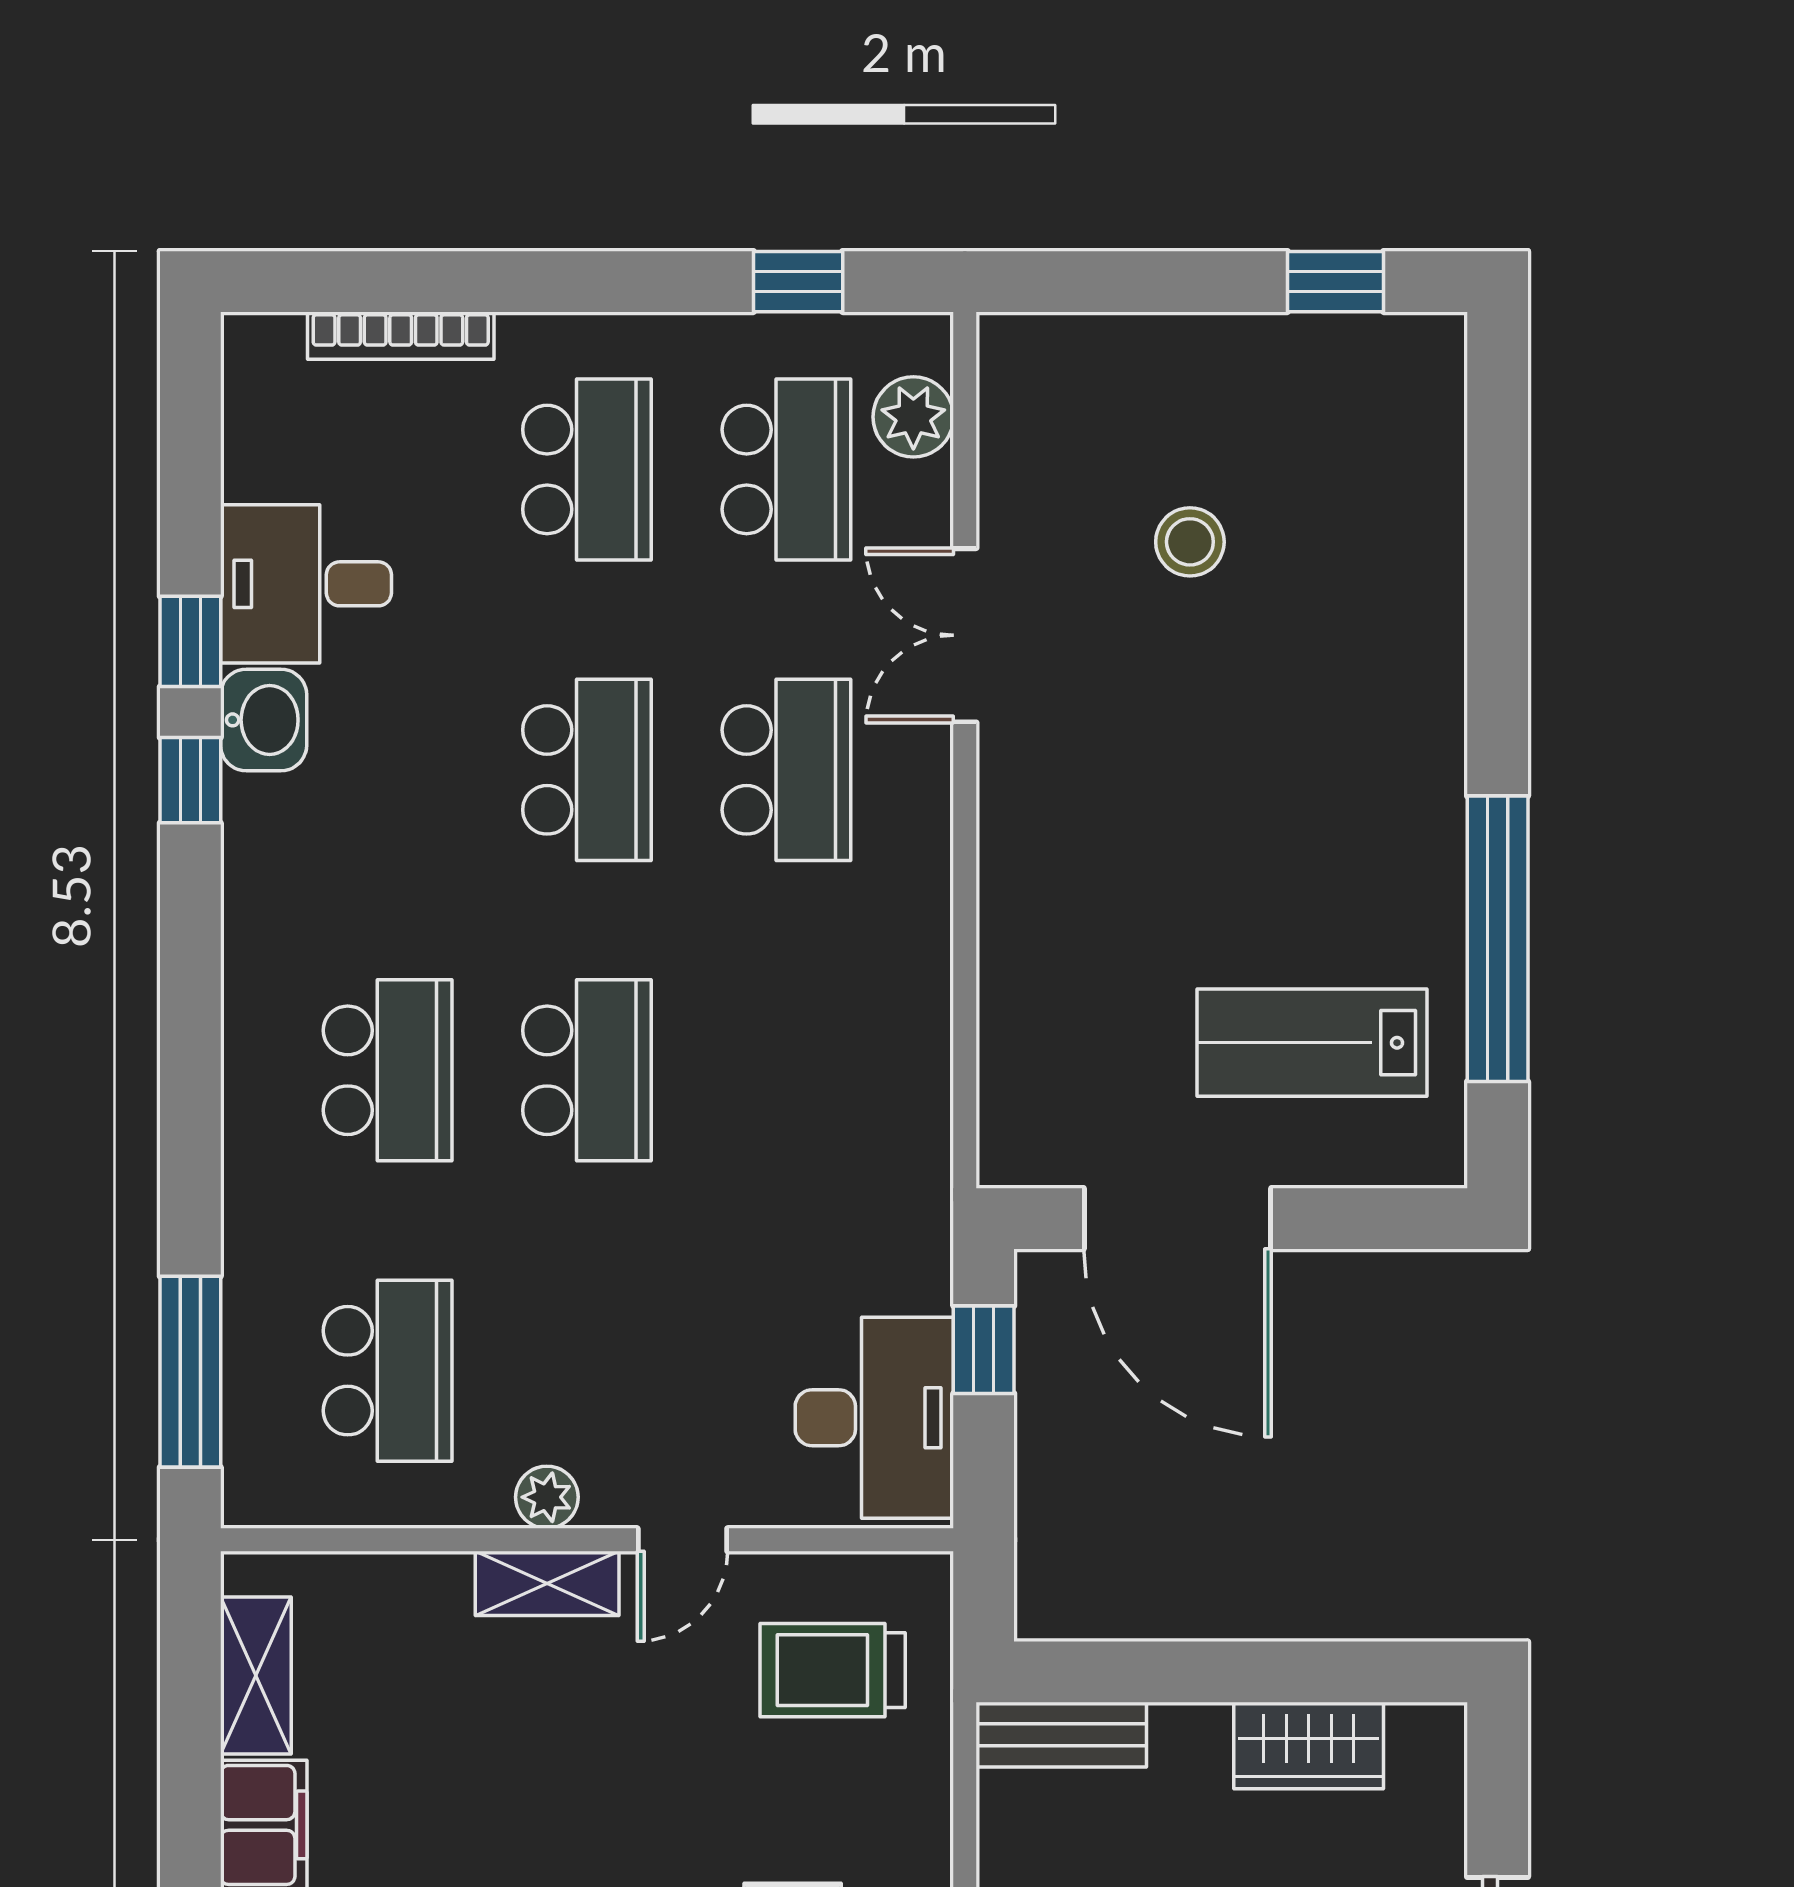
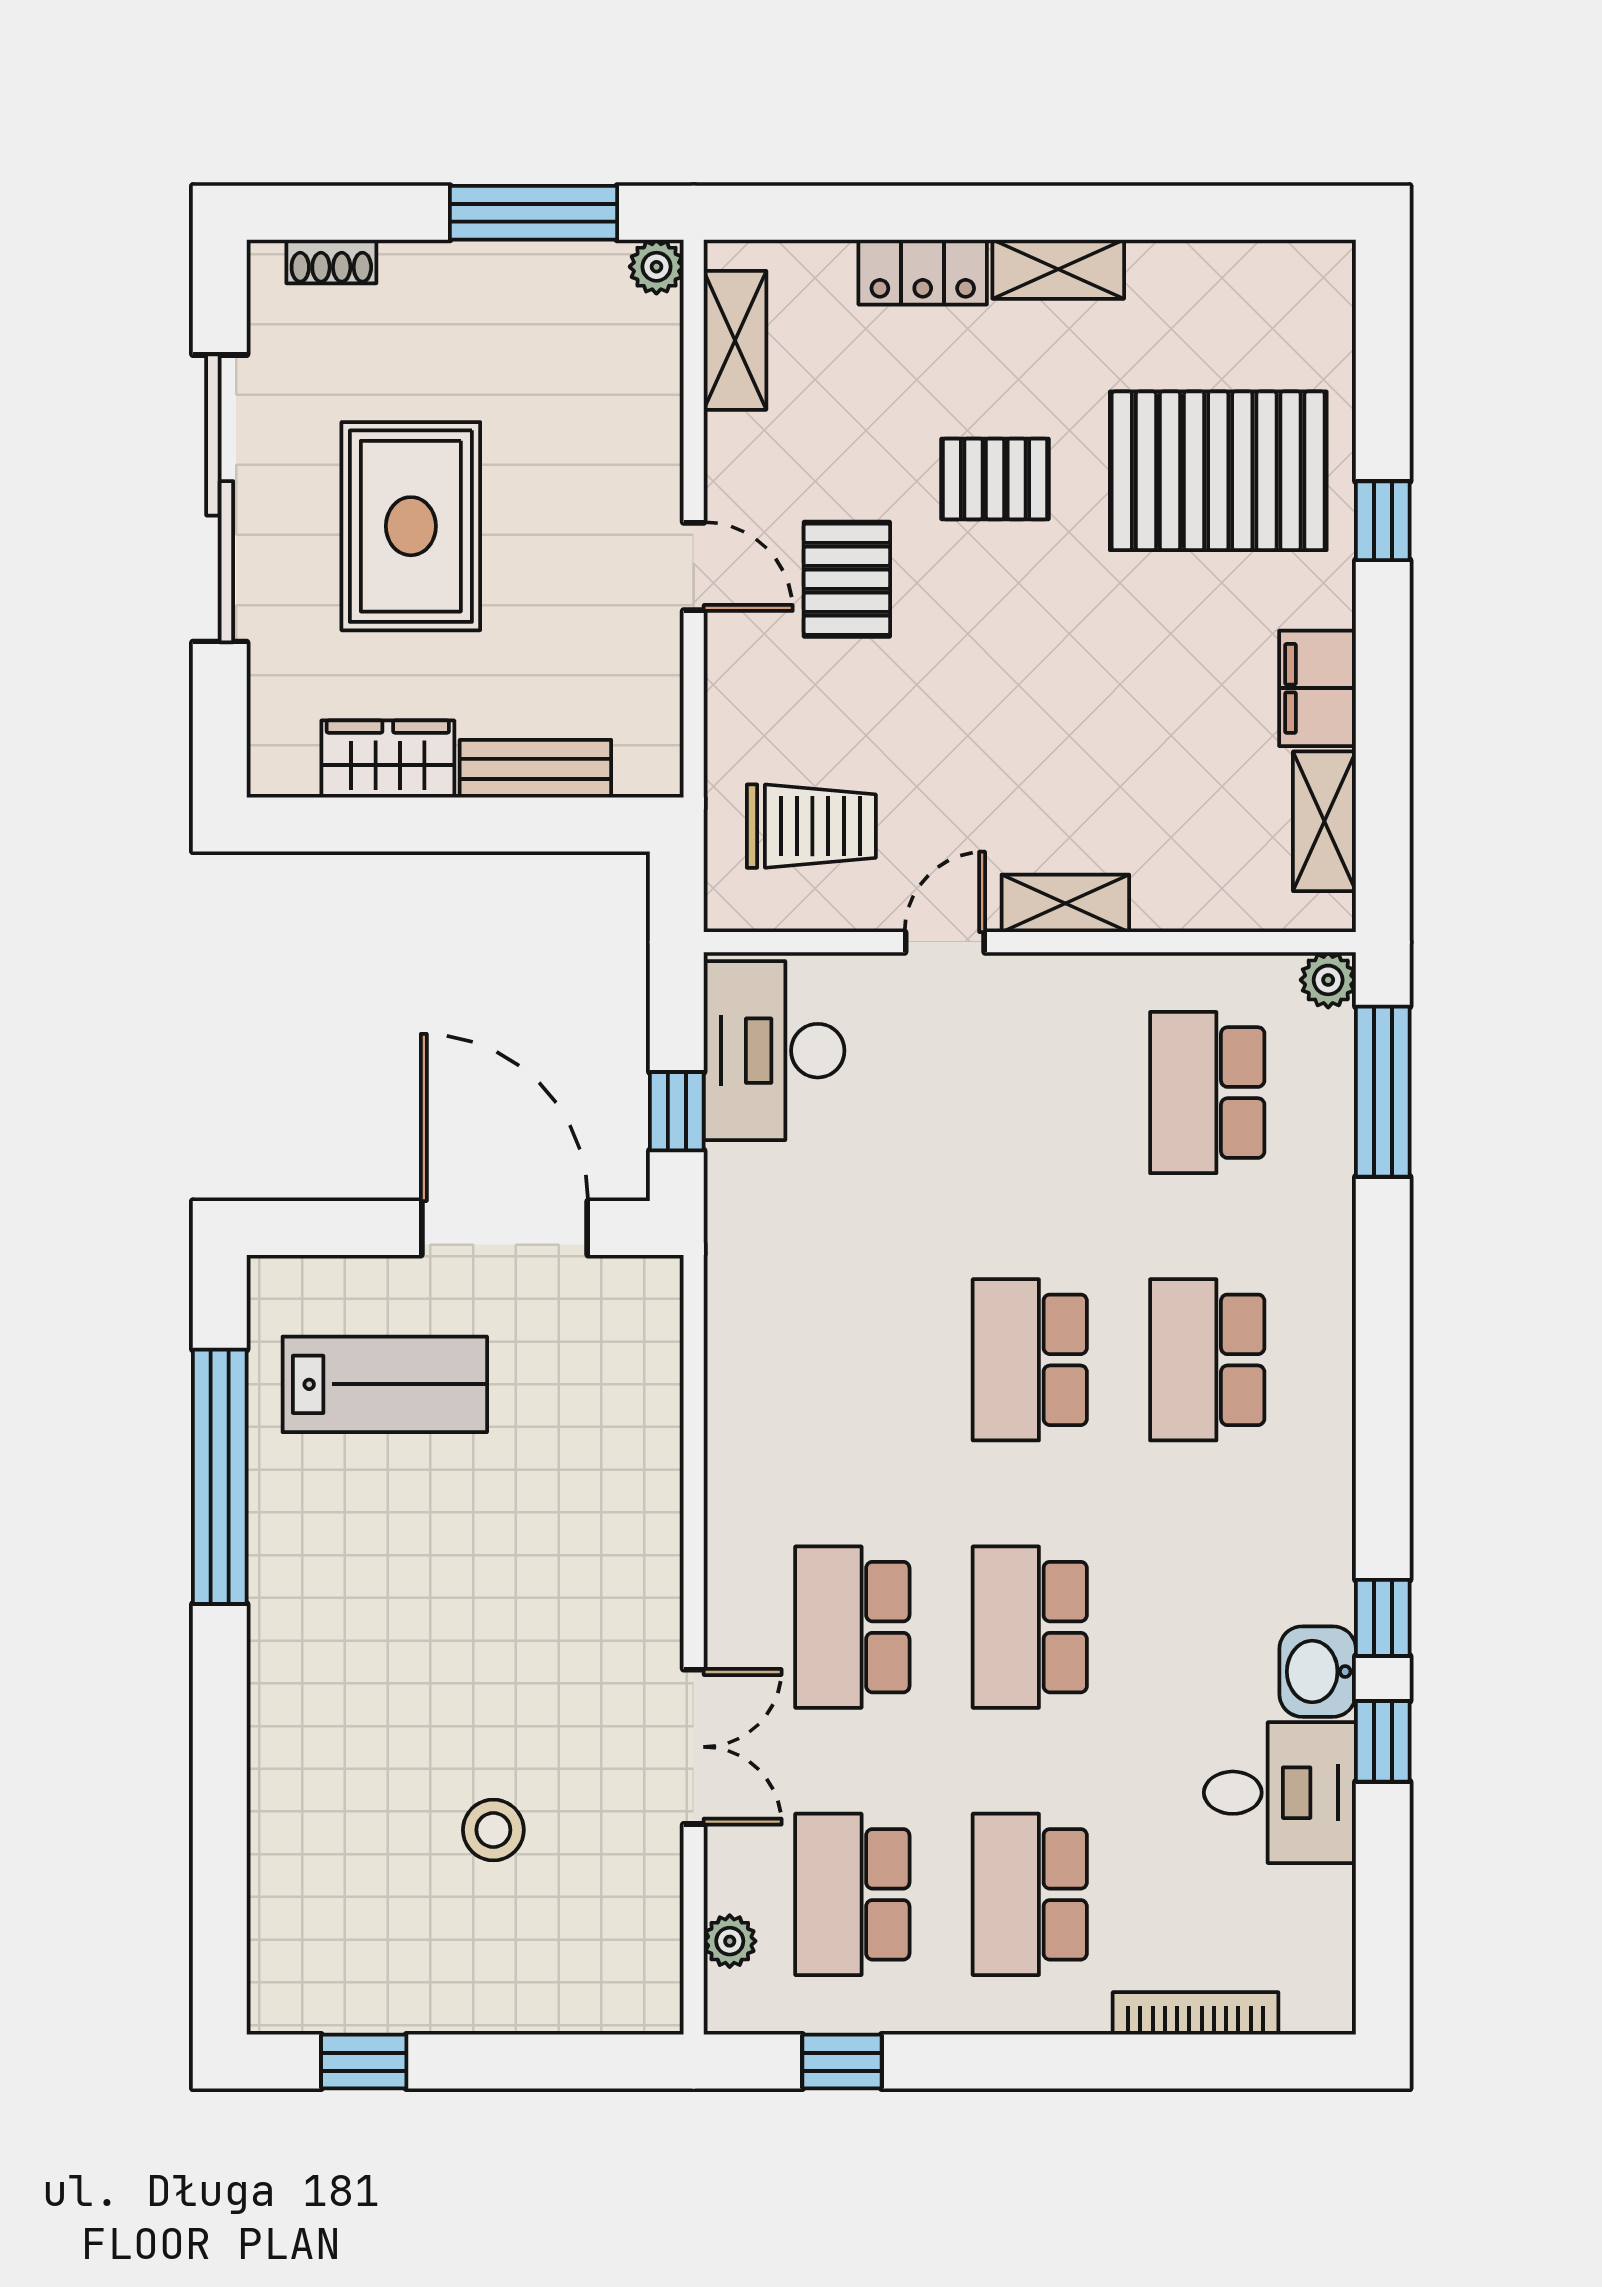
plant: (913, 417) -> (730, 1941), width x0.73, depth x0.73
plant: (547, 1497) -> (1328, 980), moved
bench: (1061, 1735) -> (535, 769), moved

